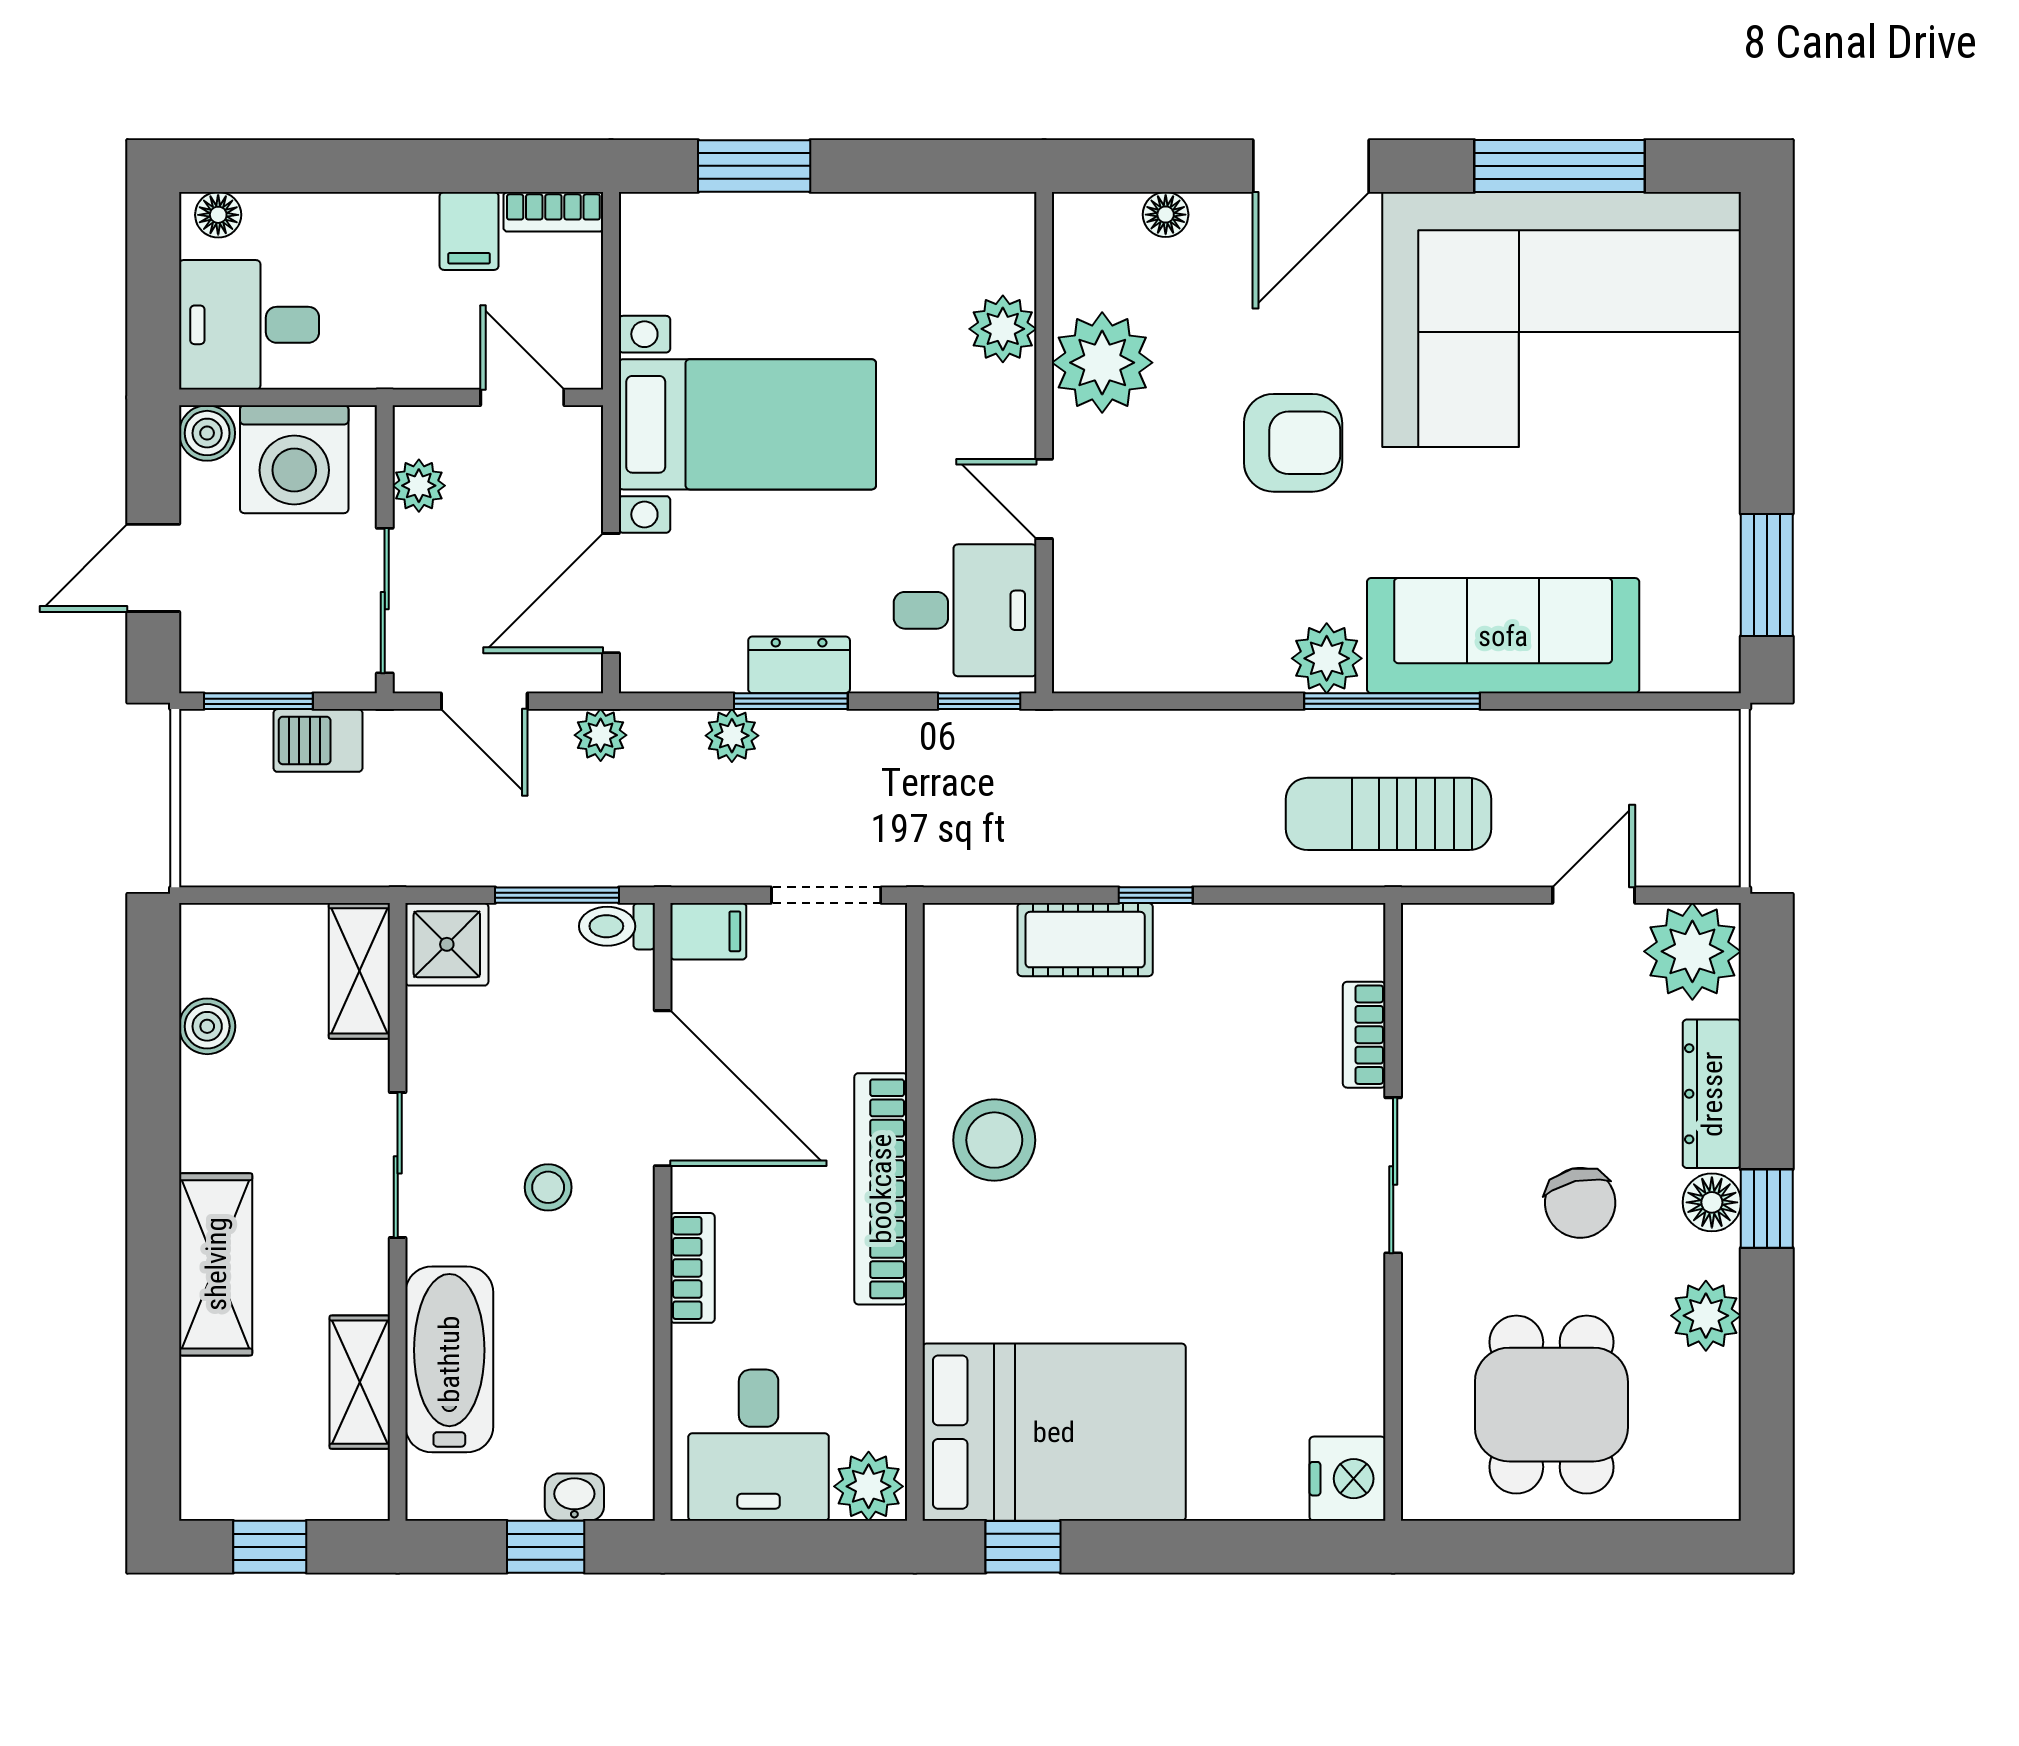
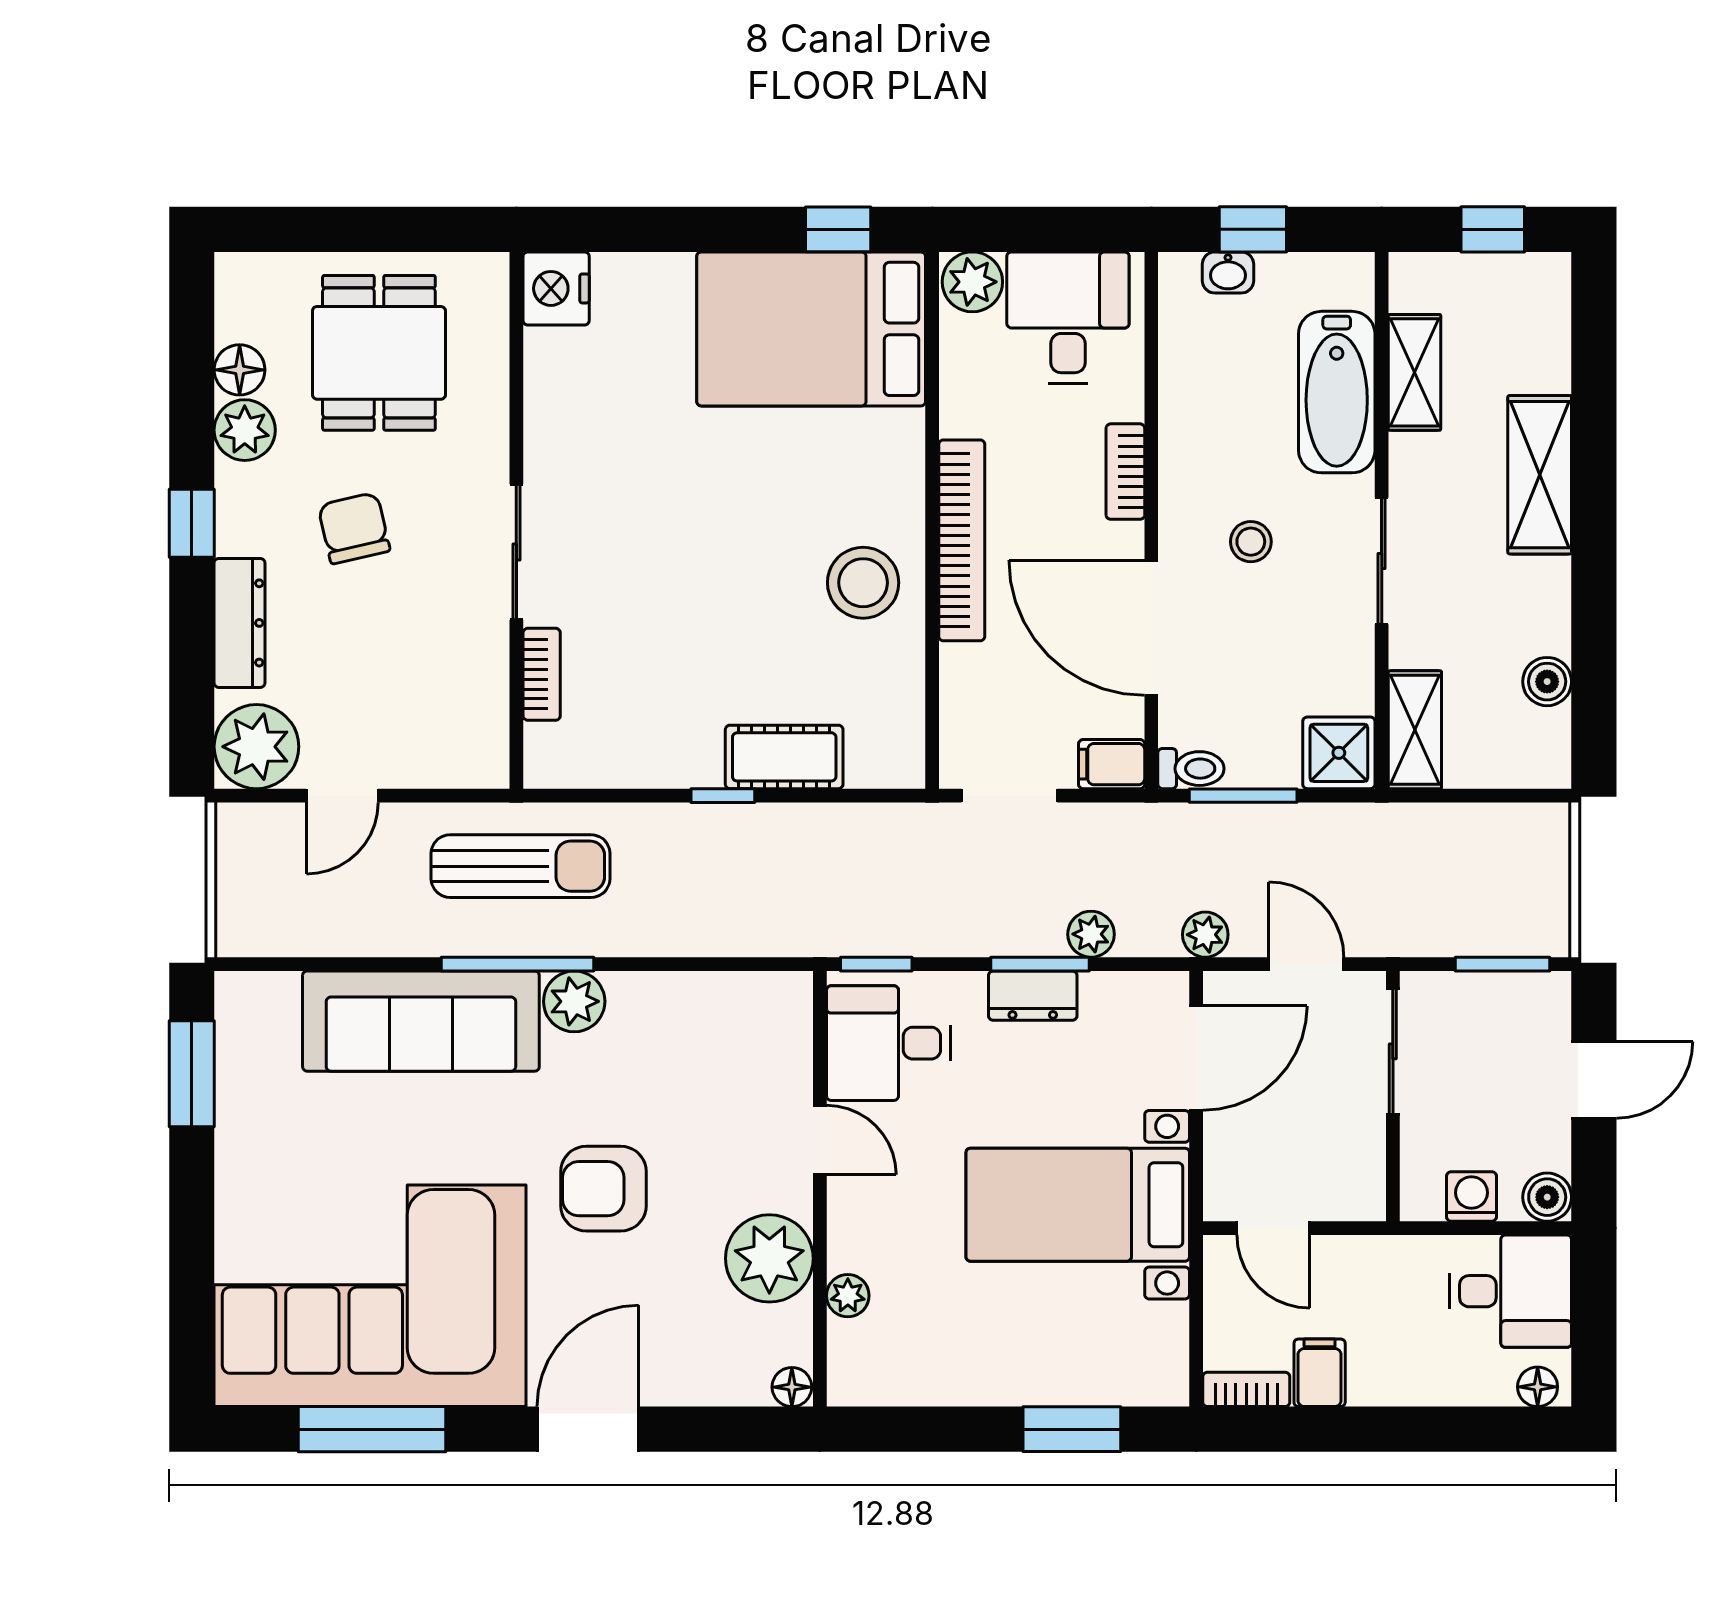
floor lamp: (1166, 215) -> (792, 1387), moved
plant: (1003, 329) -> (848, 1296), width x0.73, depth x0.73
washing machine: (294, 459) -> (1471, 1196), width x0.53, depth x0.53
plant: (419, 486) -> (1363, 1151), removed
barbecue: (318, 740) -> (1451, 930), removed
floor lamp: (1712, 1202) -> (240, 370), moved

